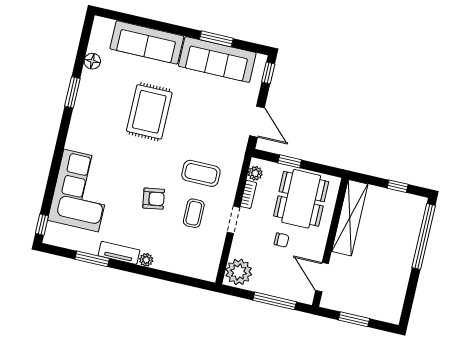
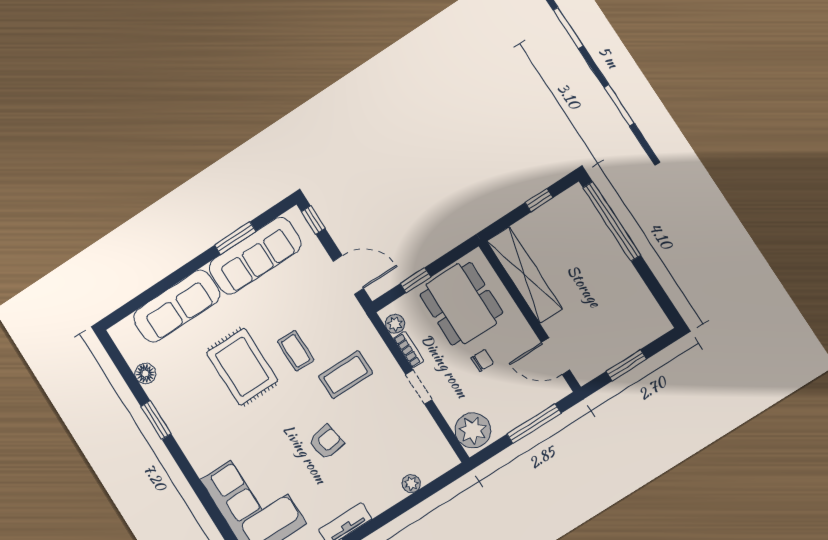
coffee table: (194, 213) -> (296, 351), moved
plant: (146, 260) -> (411, 484), moved

